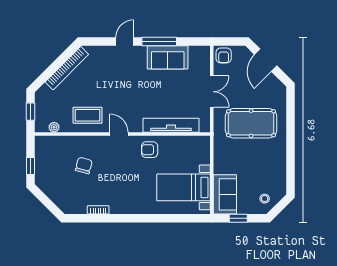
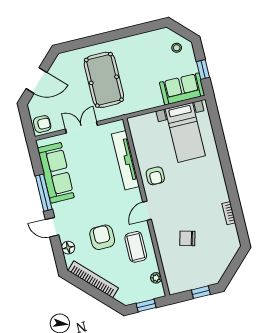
floor lamp: (102, 52) -> (68, 248), added
sofa: (168, 57) -> (56, 173), width x1.36
armchair: (104, 86) -> (102, 237), added

